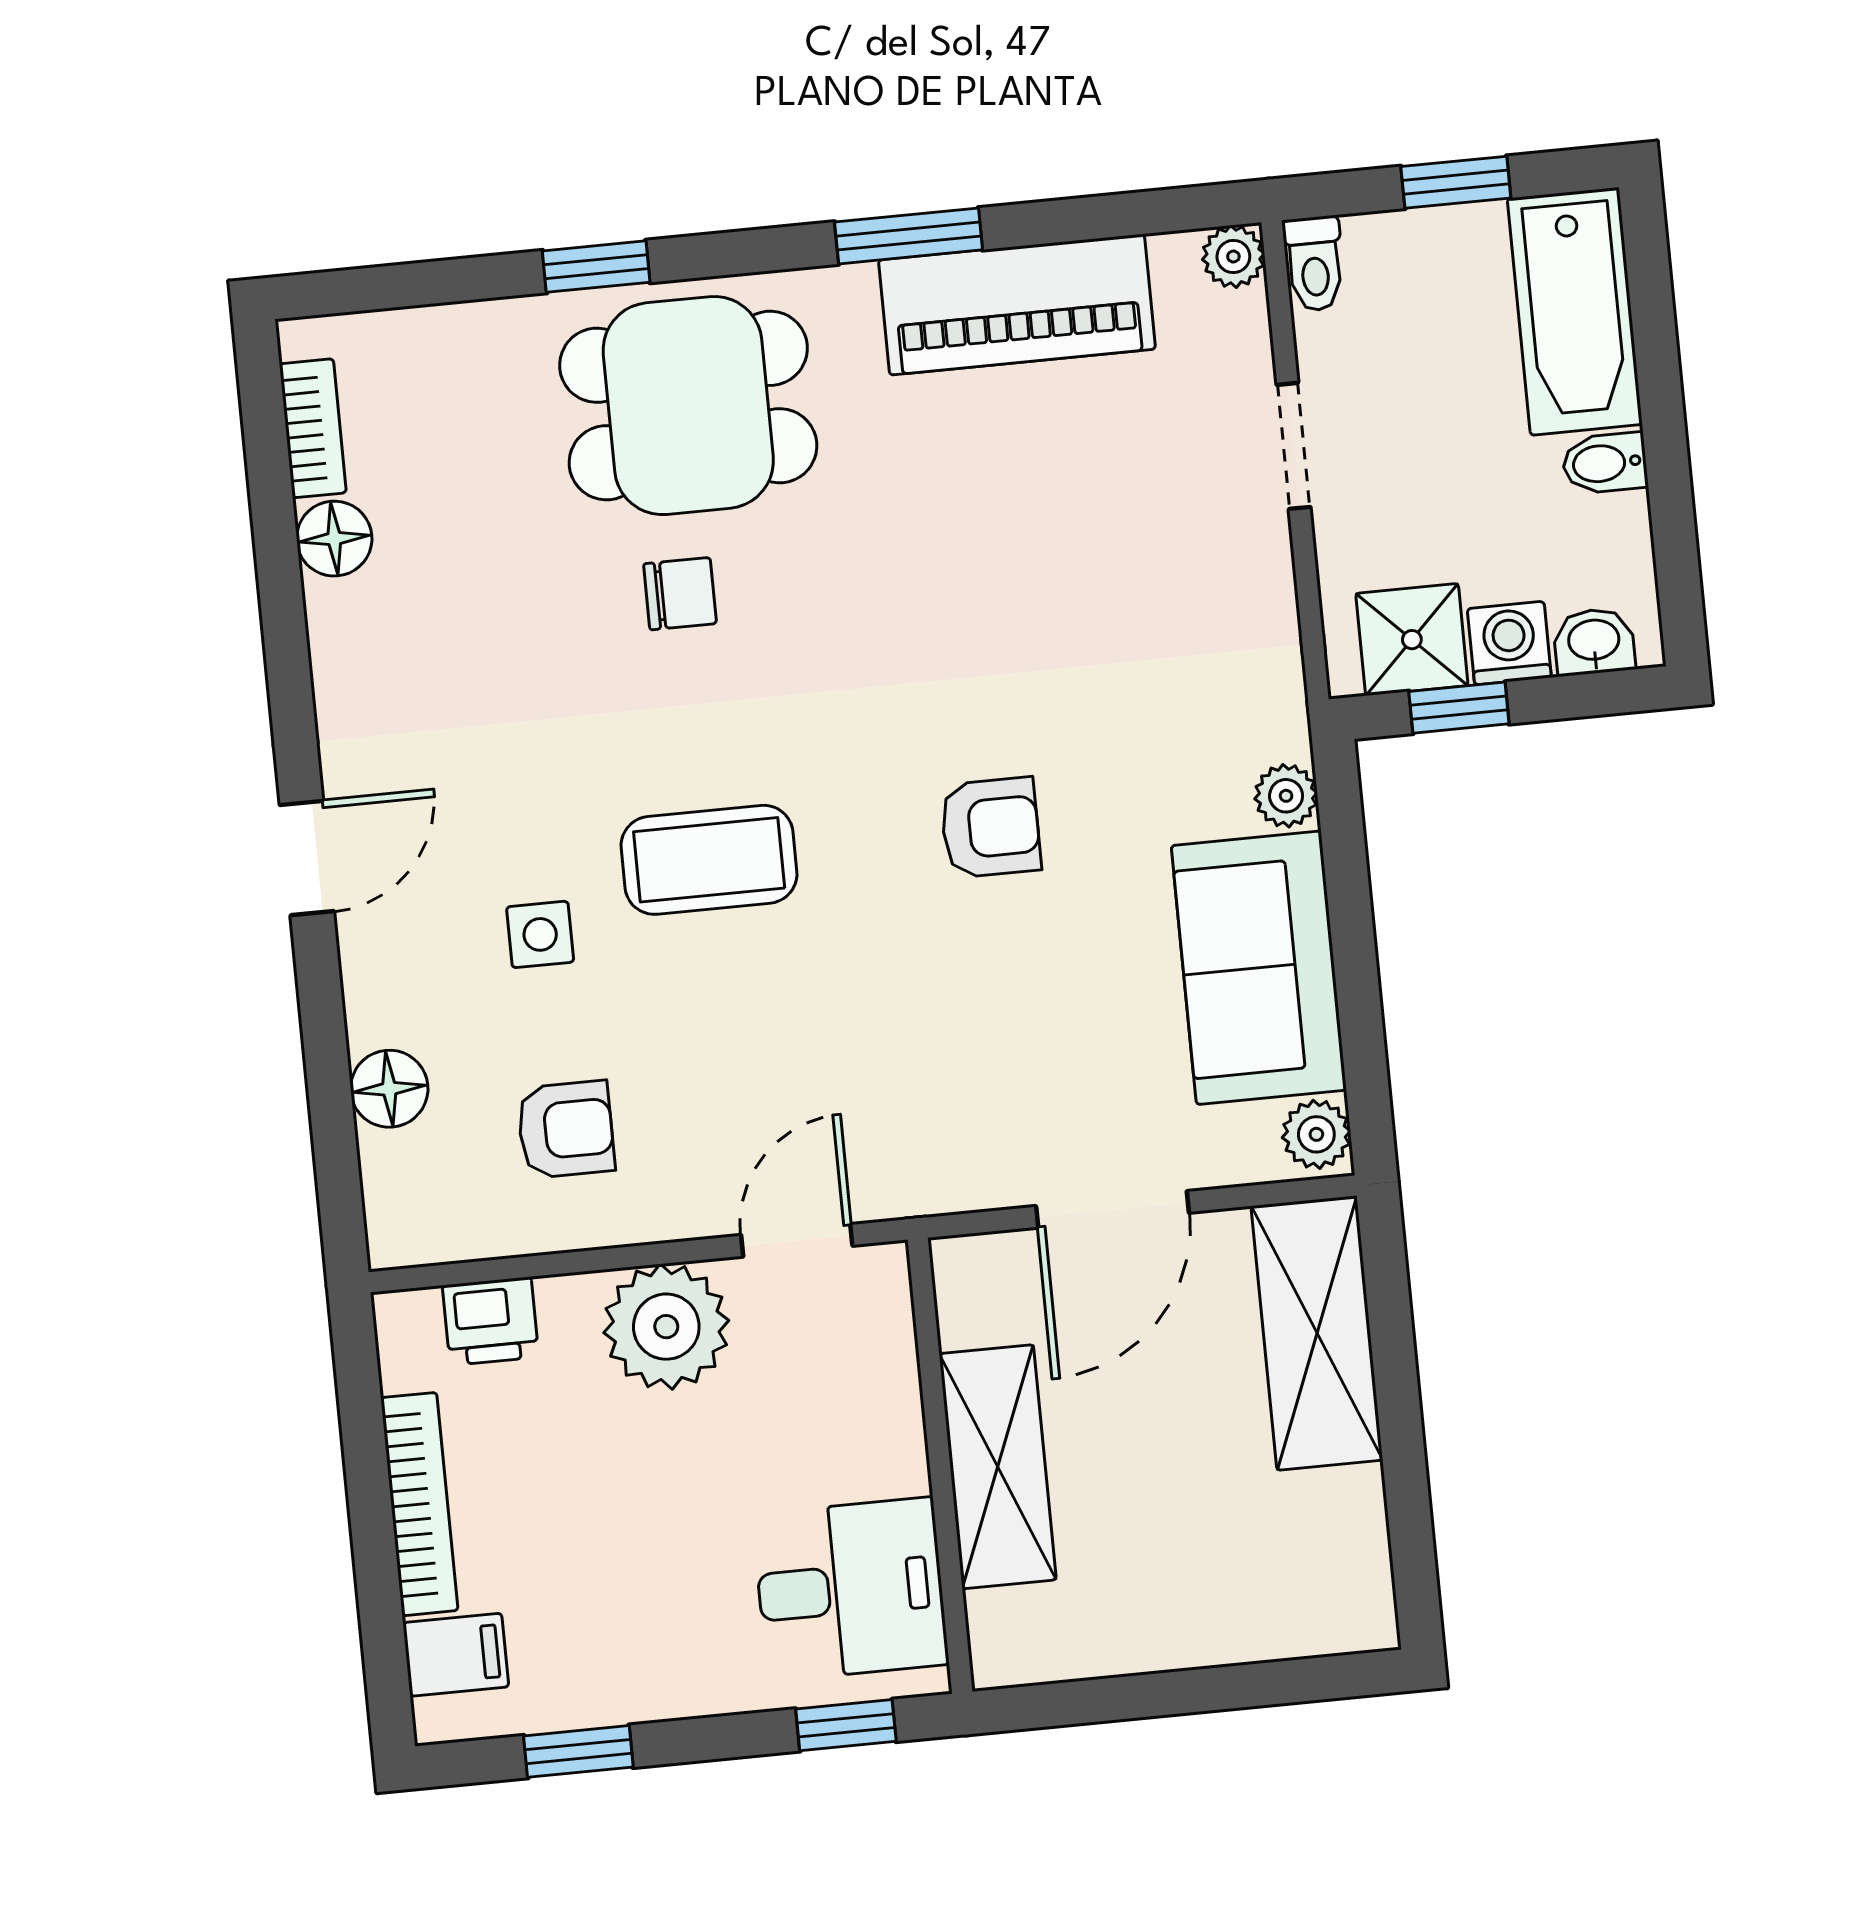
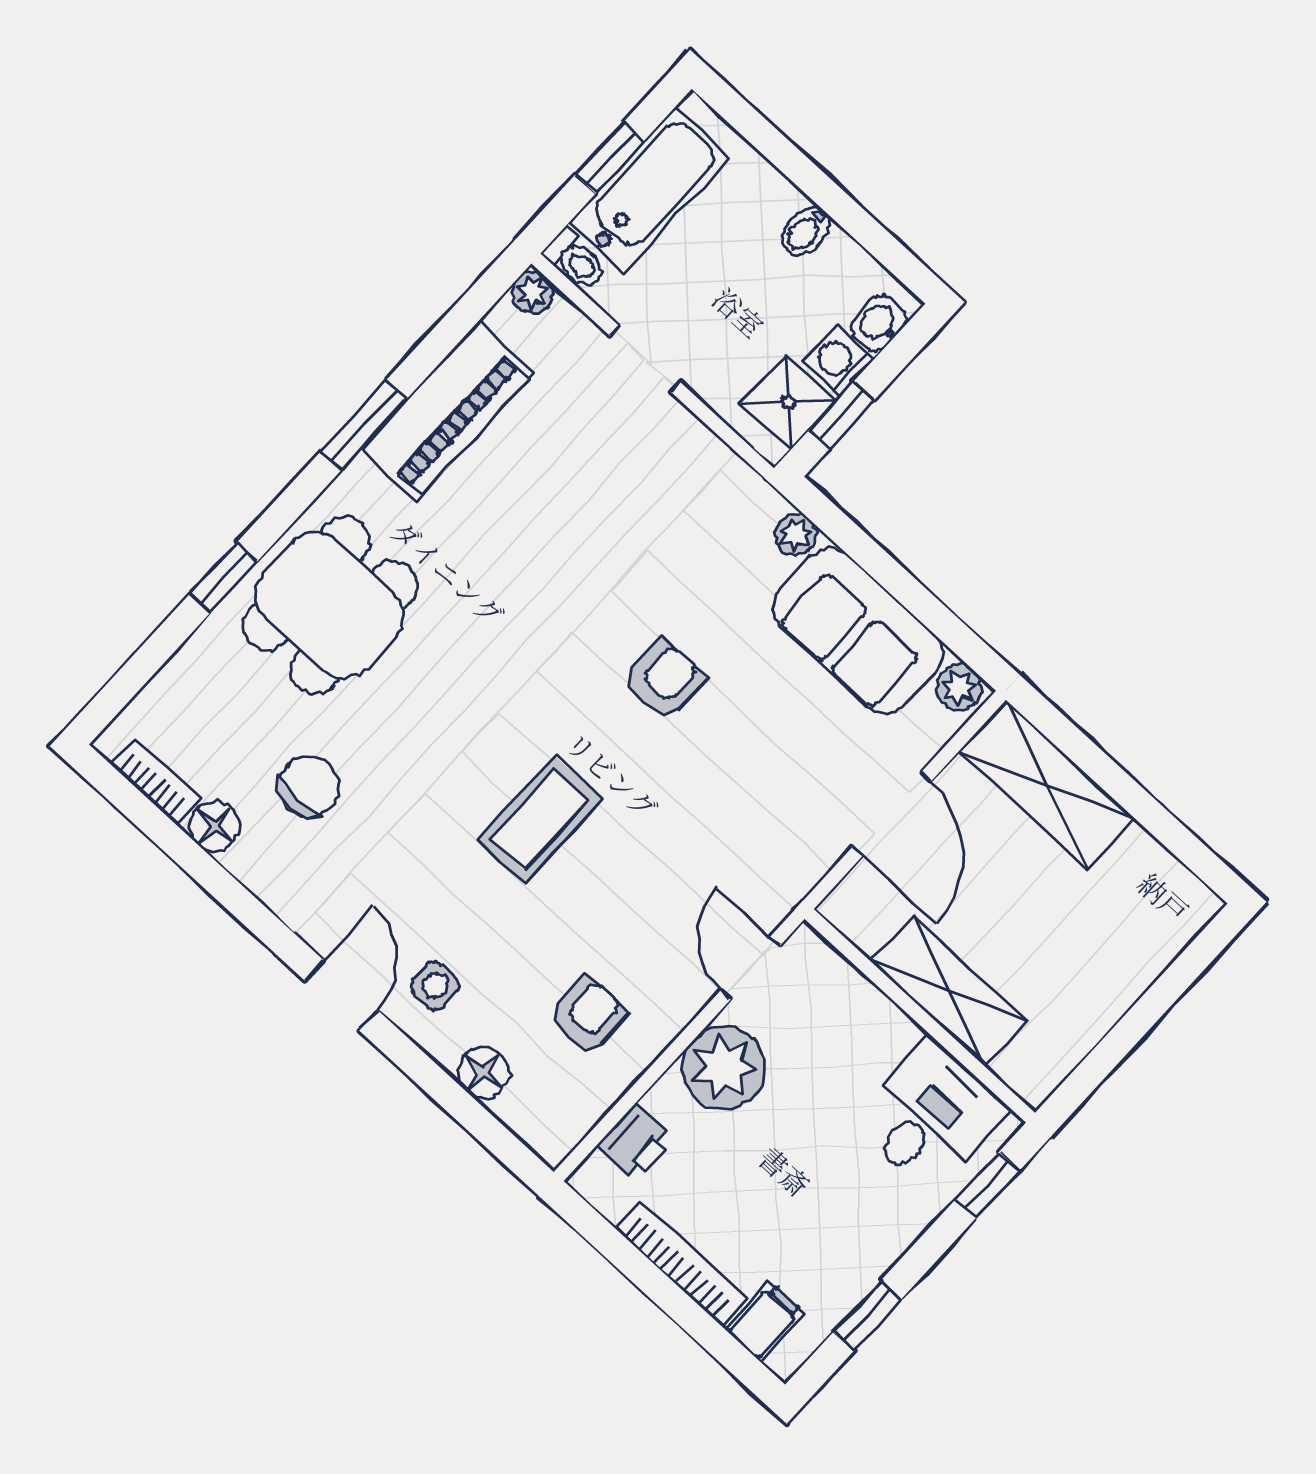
bathtub: (1575, 311) -> (649, 190), moved, turned -90
chair: (680, 594) -> (309, 786), moved, width x1.37, depth x1.37
side table: (540, 934) -> (435, 986), moved

